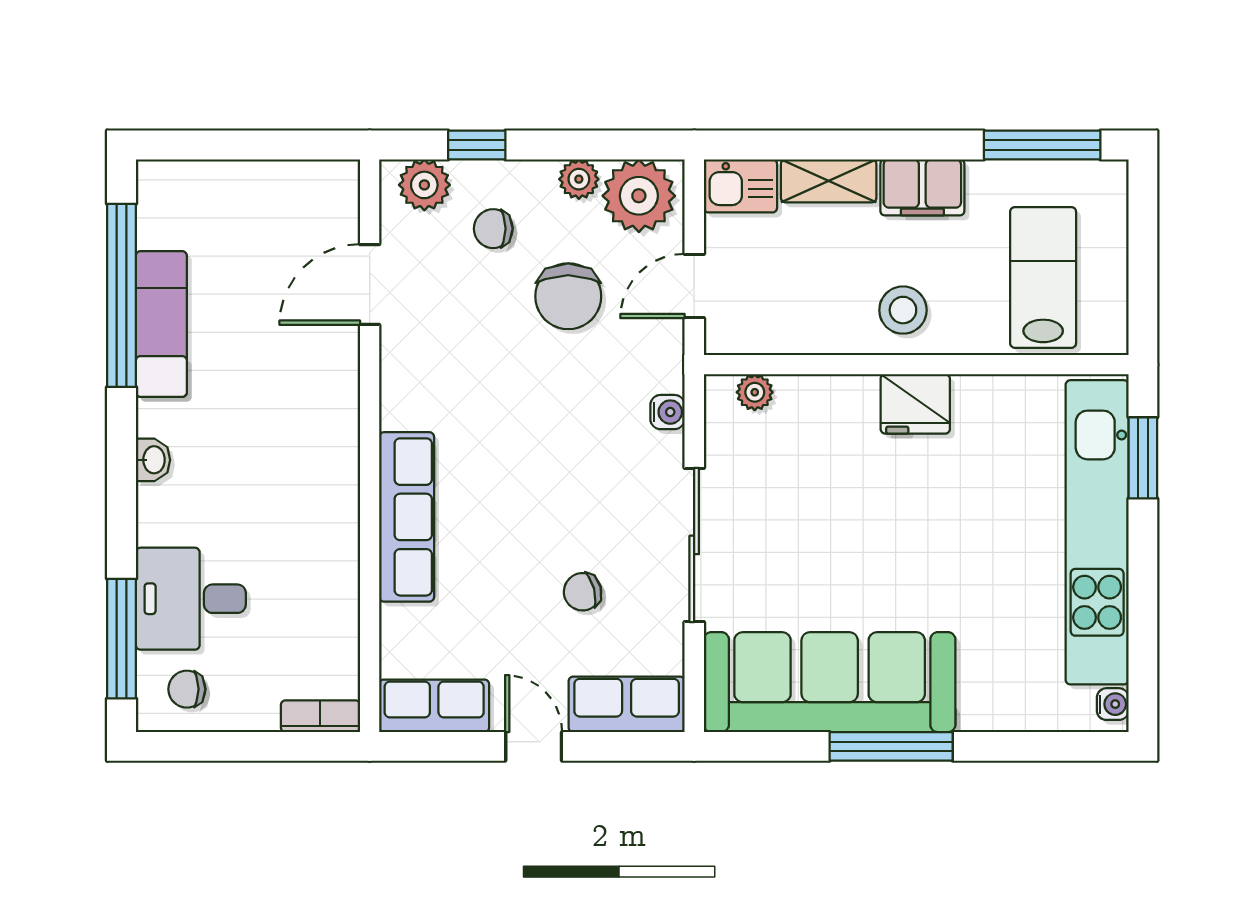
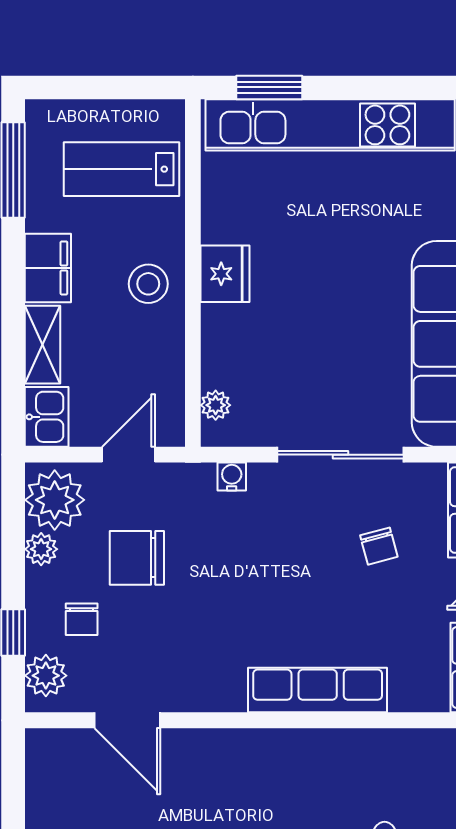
door: (694, 286) -> (129, 455), swing flipped
chair: (568, 296) -> (137, 558), turned 180

